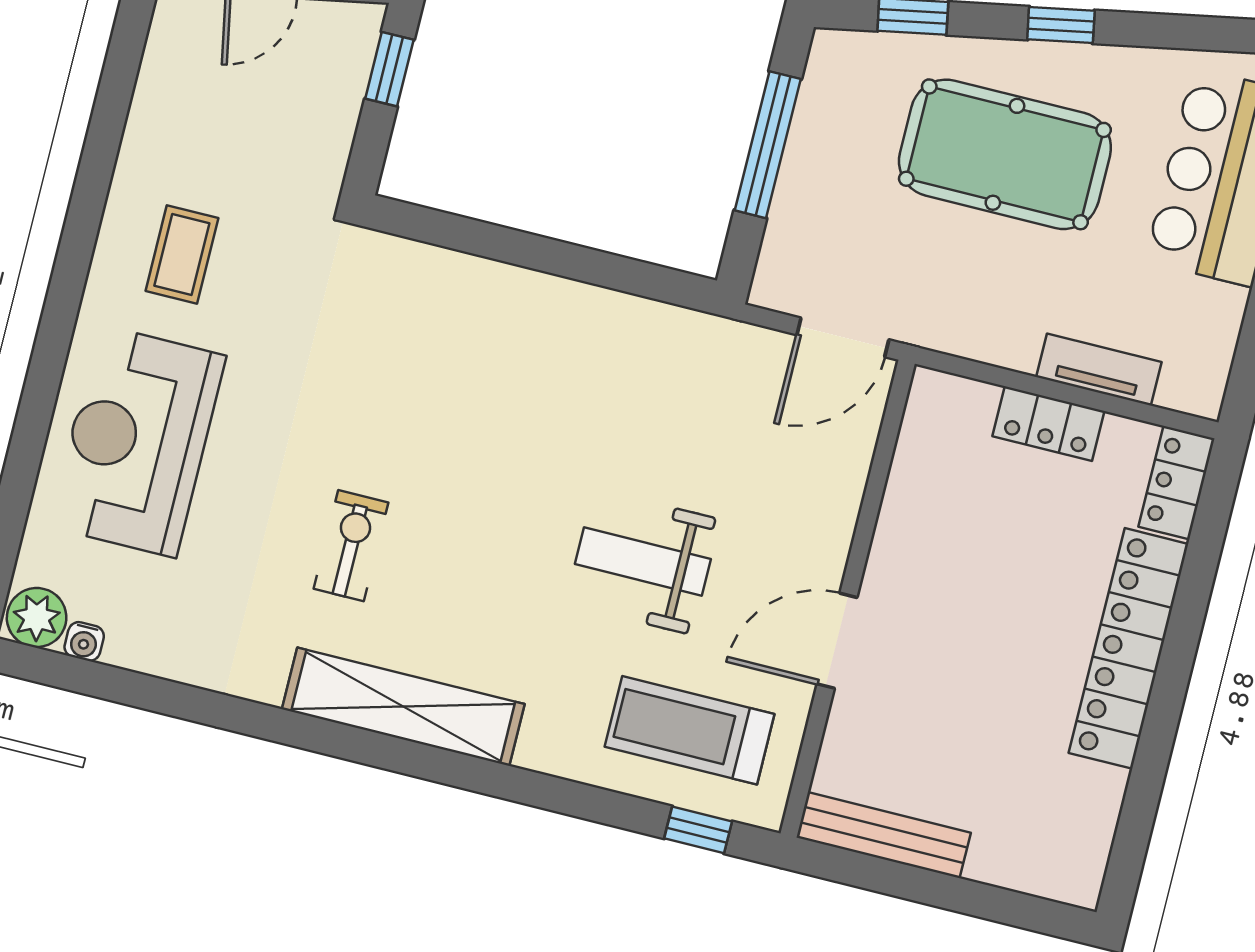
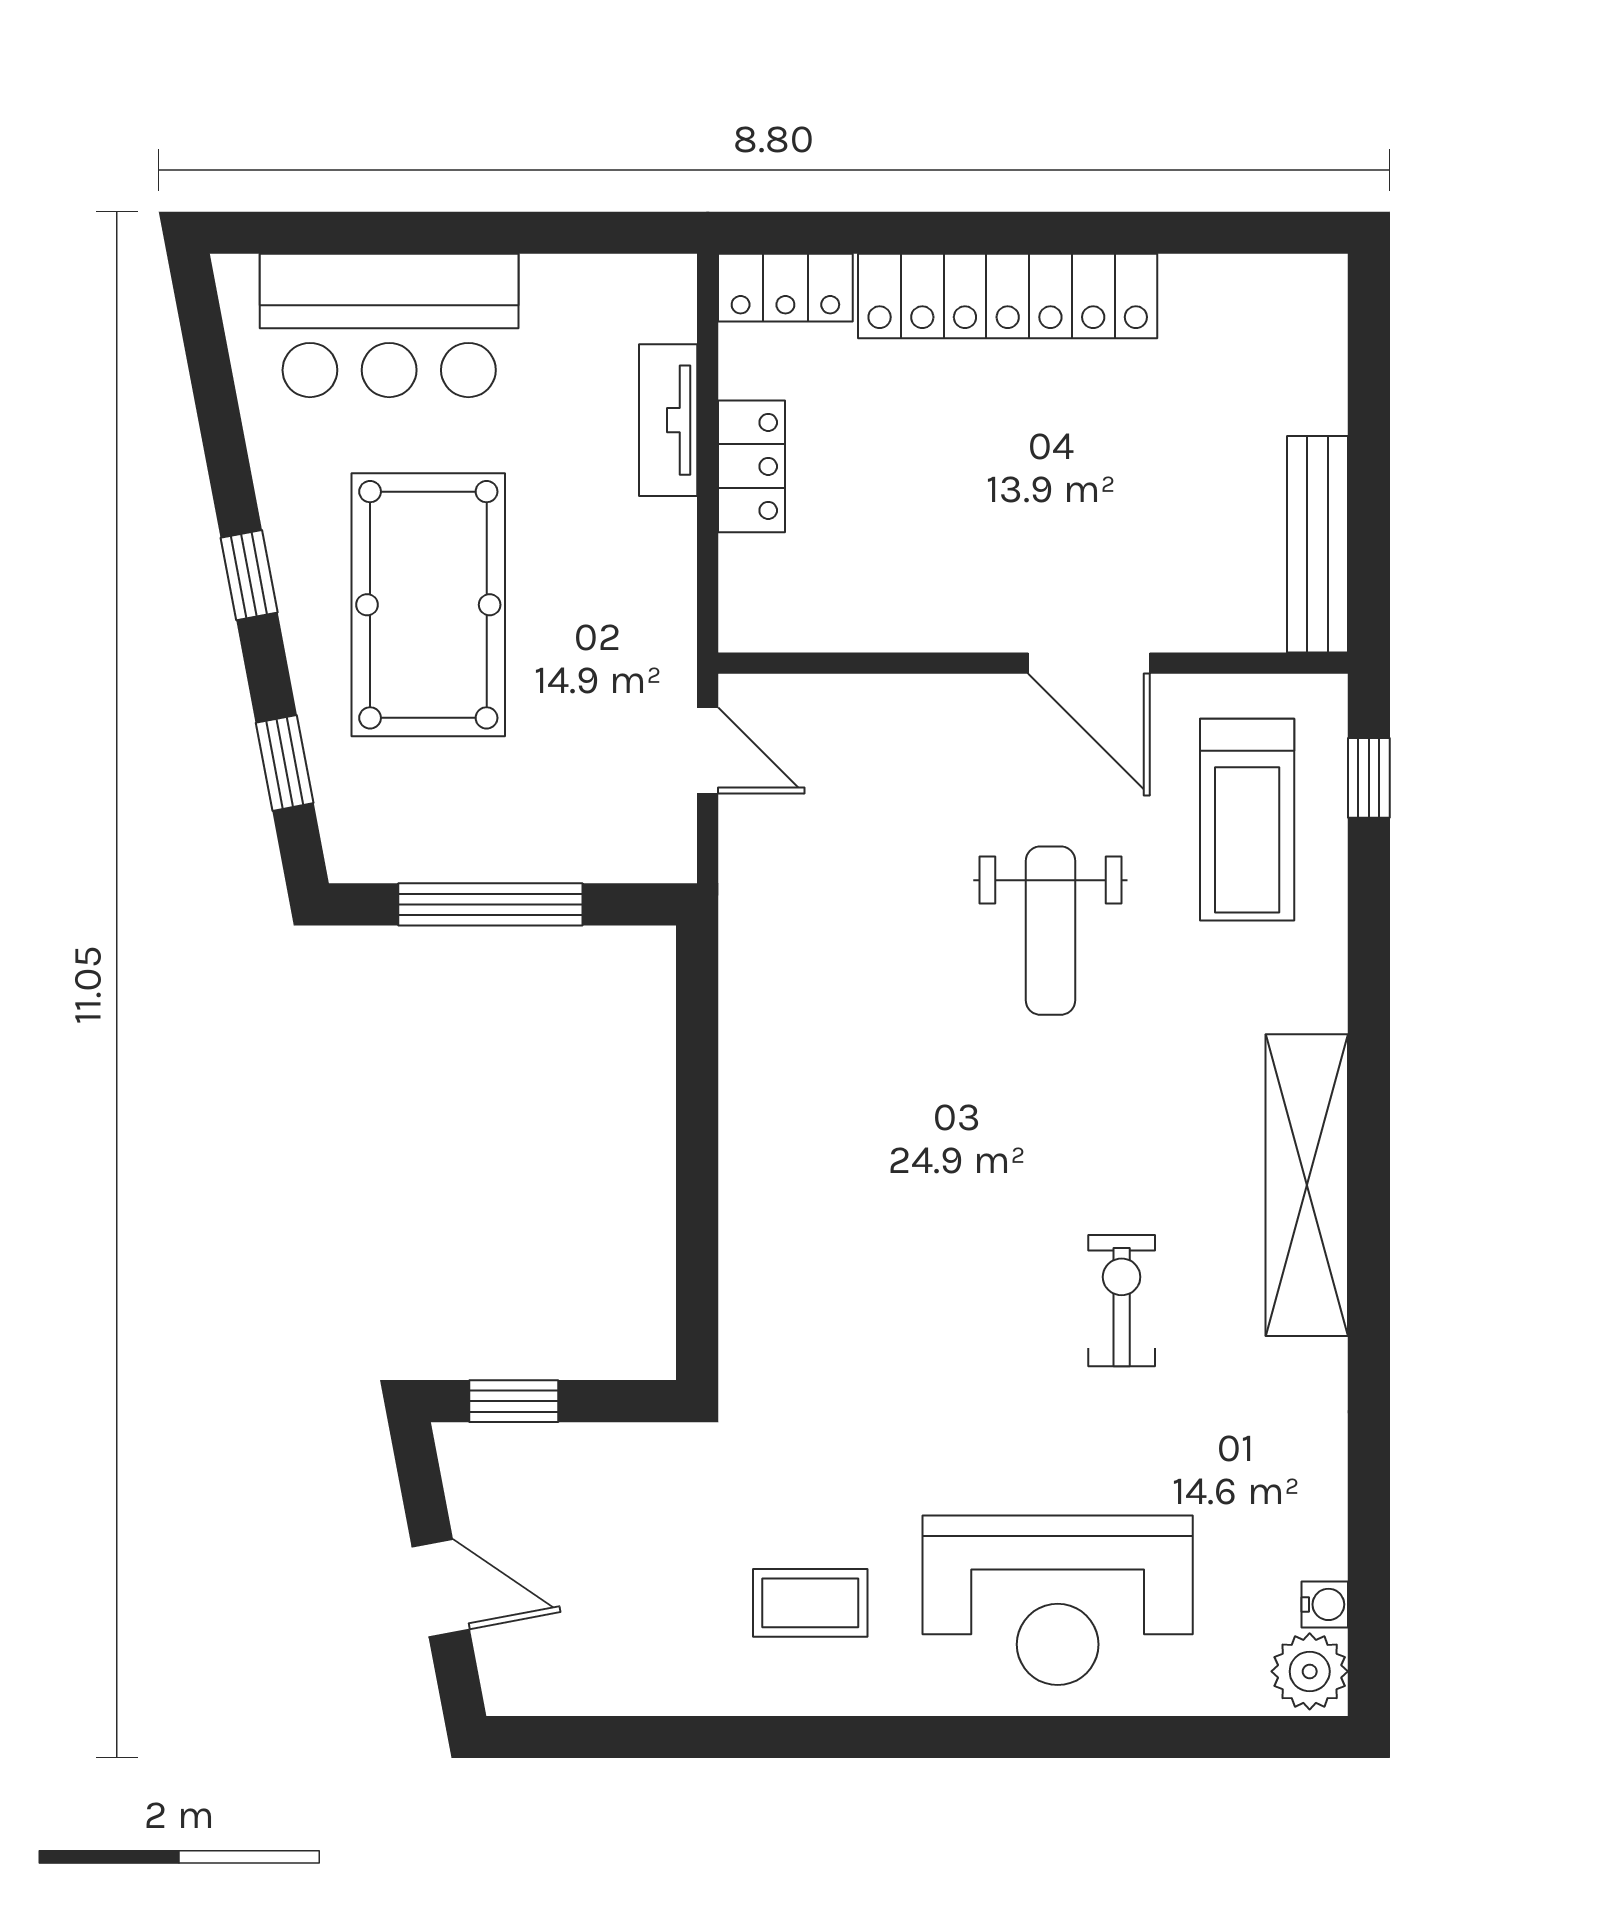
door: (843, 337) -> (708, 750), width x0.73
exercise bike: (351, 546) -> (1122, 1301), turned 90

